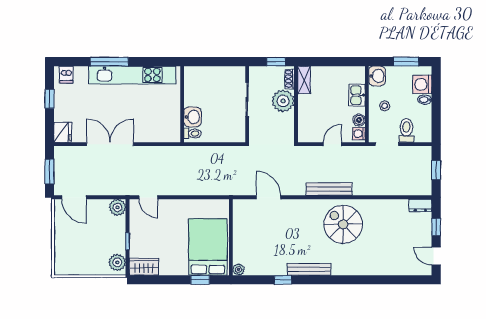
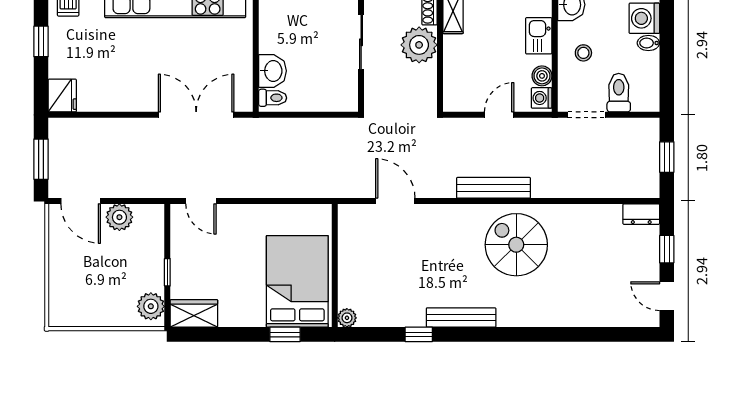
double door: (110, 144) -> (196, 115), moved
plant: (117, 207) -> (119, 217), moved

